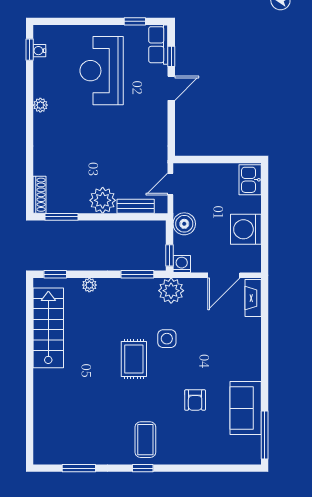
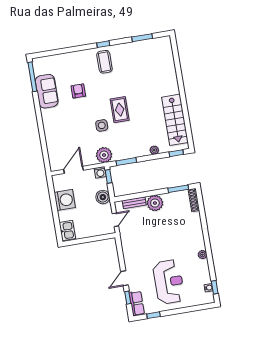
fireplace: (253, 298) -> (53, 159), removed

